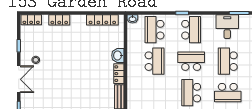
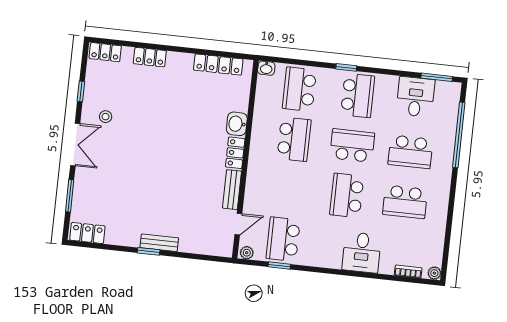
school desk: (228, 61) -> (410, 152), turned -90

